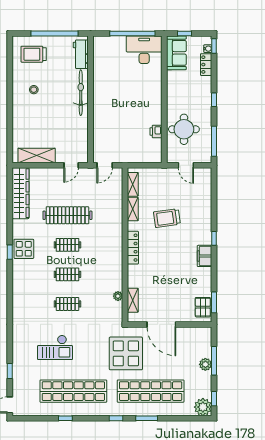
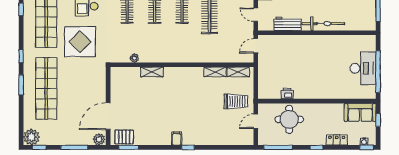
desk: (144, 50) -> (363, 68), moved
workbench: (81, 54) -> (288, 24), moved
locker: (206, 65) -> (337, 140), moved
door: (105, 165) -> (256, 46), hinge flipped
trolley: (167, 218) -> (236, 101), moved, turned 98
locker: (133, 248) -> (179, 72), removed
filing cabinet: (205, 256) -> (177, 139), width x0.50
shelving: (133, 300) -> (152, 72), moved
door: (161, 324) -> (108, 116), moved
display table: (126, 353) -> (80, 42), moved
plant: (205, 364) -> (99, 139), moved

